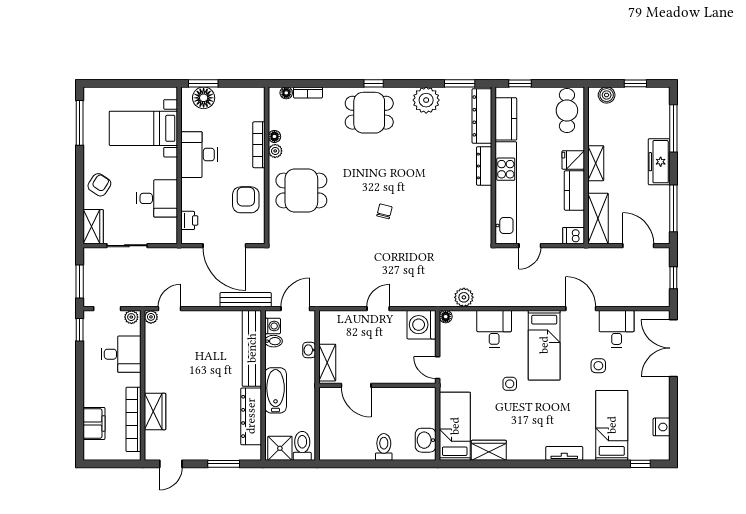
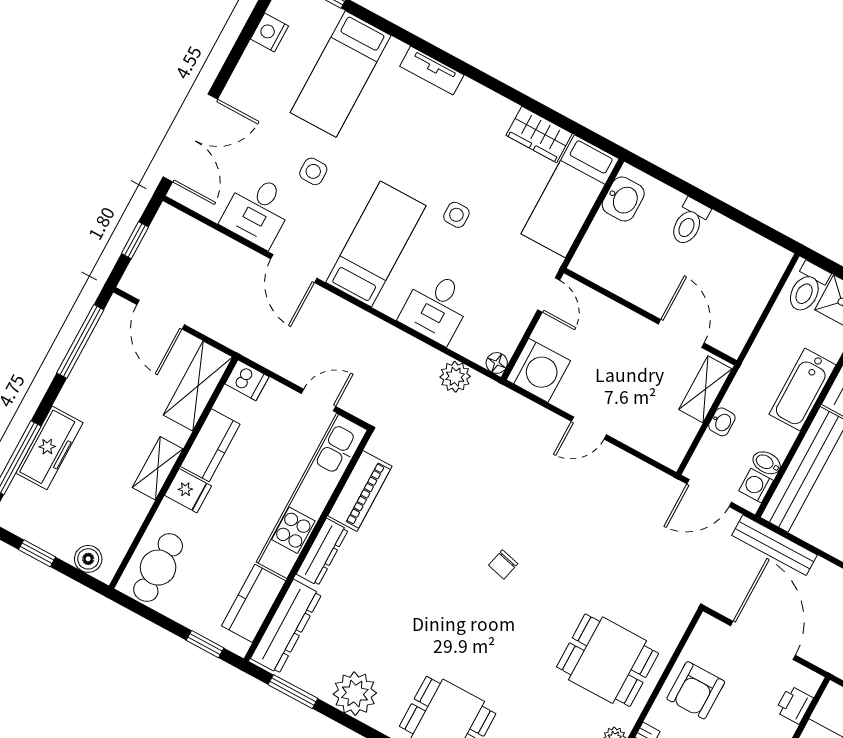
freezer: (659, 162) -> (49, 448), moved
piano: (482, 209) -> (360, 491), added

